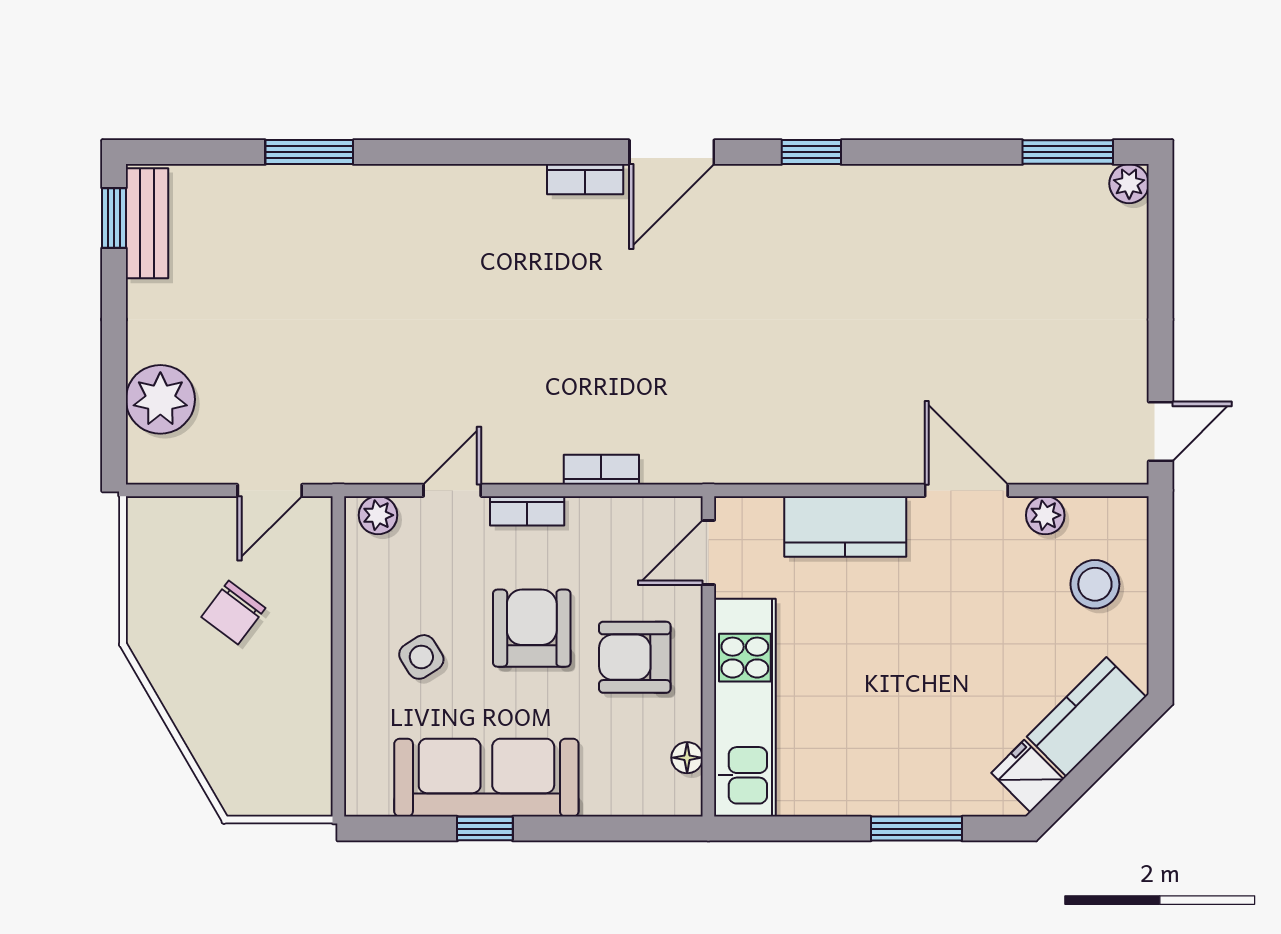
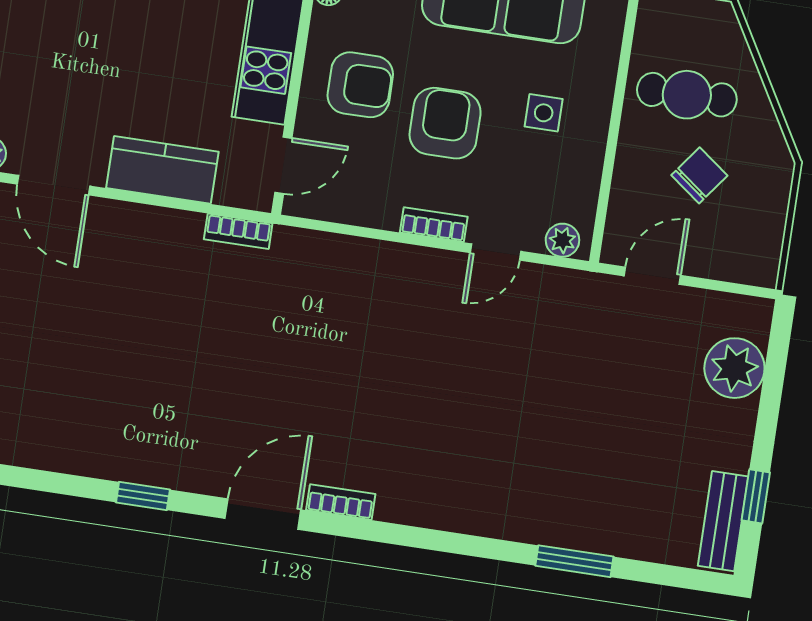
window: (114, 218) -> (756, 496), moved
bookcase: (601, 470) -> (238, 231), moved
armchair: (532, 628) -> (445, 123), turned 180
side table: (421, 657) -> (544, 113), turned 32
cafe table: (262, 702) -> (687, 95), added

